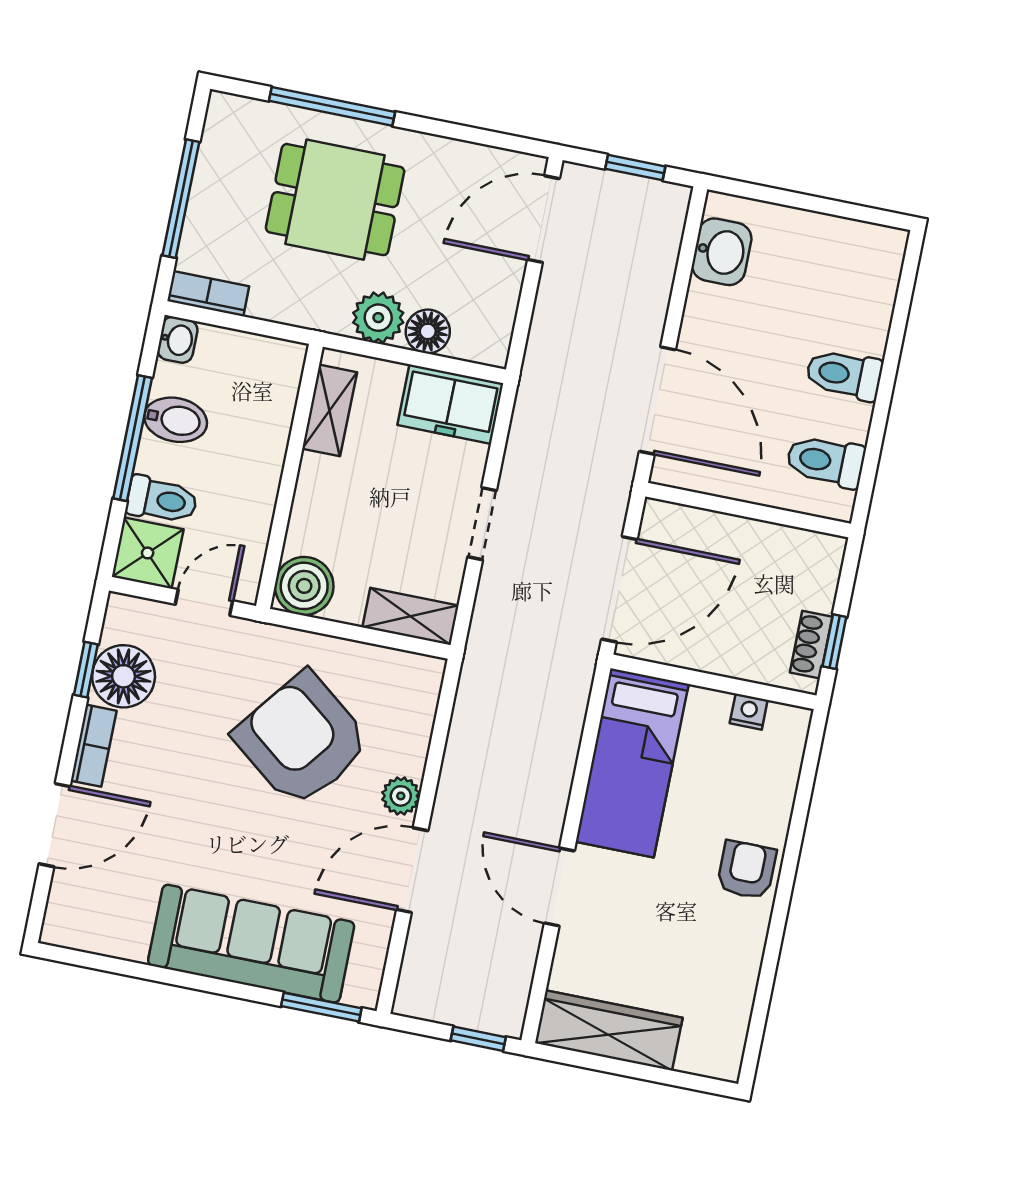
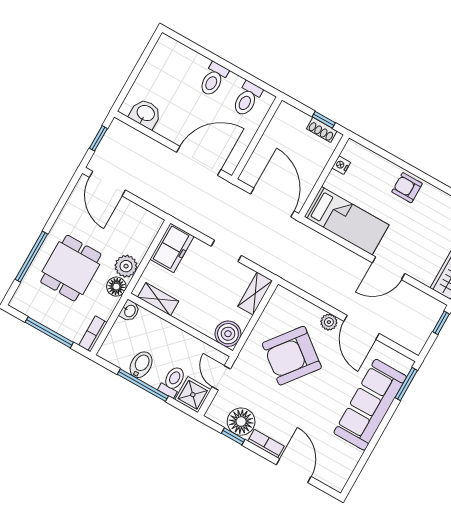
floor lamp: (428, 331) -> (116, 287), moved
washbasin: (178, 340) -> (130, 311), moved, turned 90

